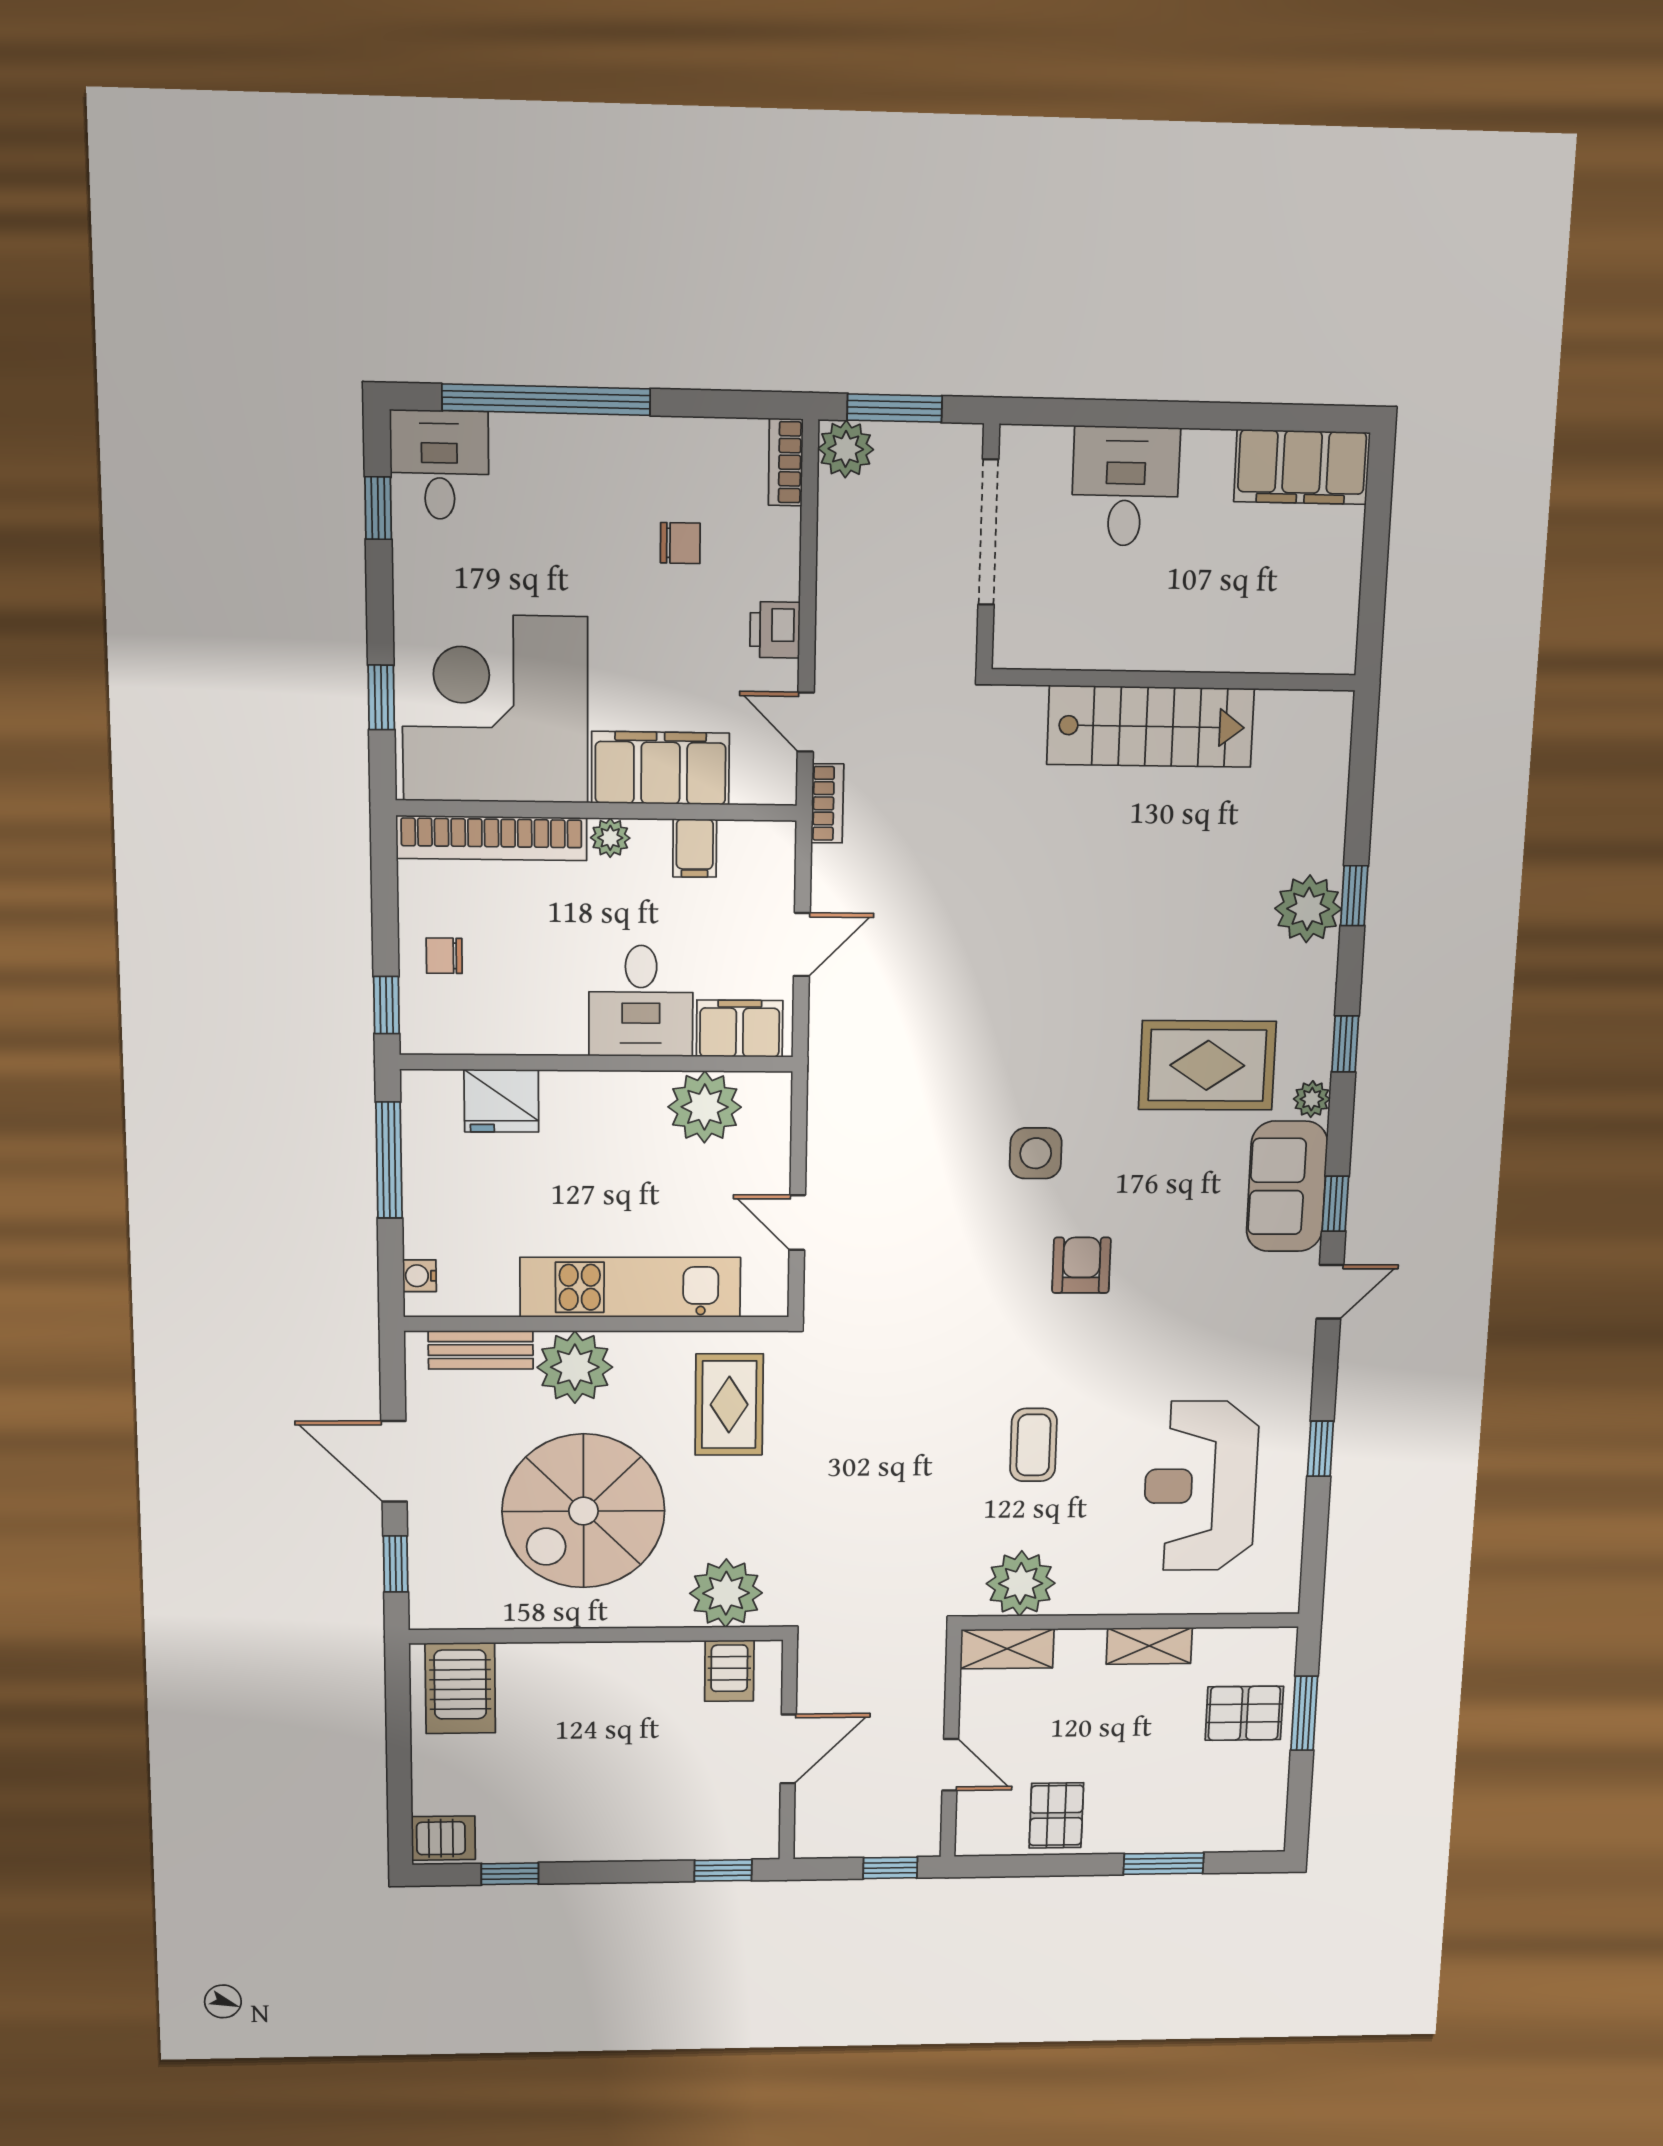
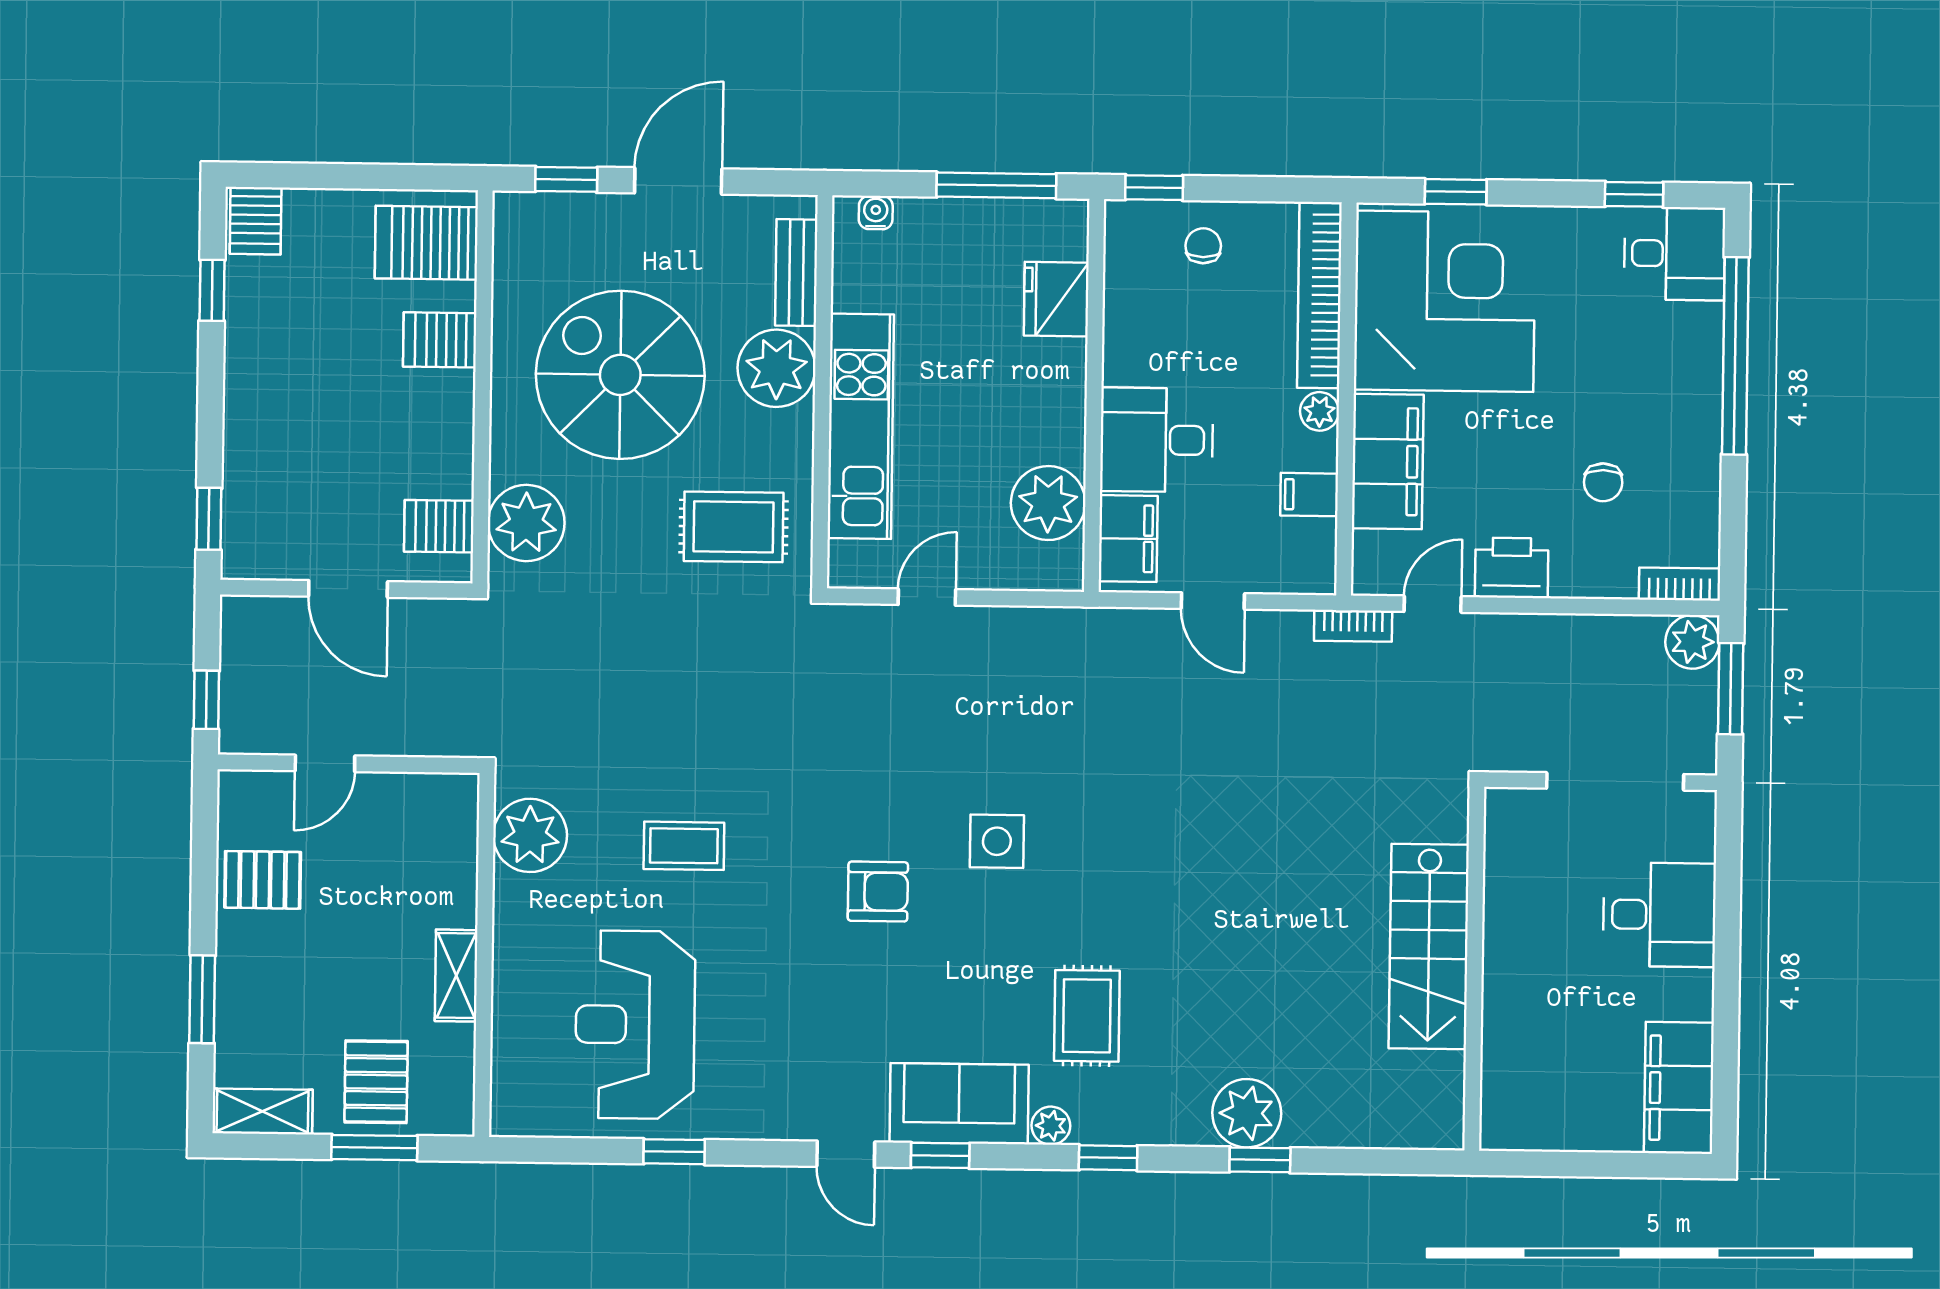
printer: (775, 630) -> (1512, 568), width x1.36, depth x1.24
rug: (1207, 1065) -> (1087, 1016), width x0.73, depth x0.70
reception desk: (1200, 1486) -> (635, 1025), turned -90
shelving: (1007, 1649) -> (263, 1111), moved, turned 90
server rack: (553, 1674) -> (440, 340), added

